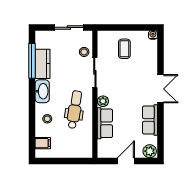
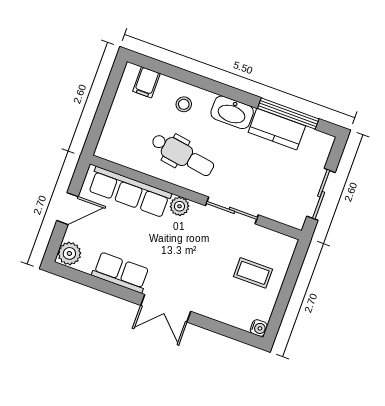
stool: (84, 52) -> (272, 205), removed
row of seats: (105, 123) -> (130, 192), width x1.48
door: (126, 161) -> (67, 209), hinge flipped

